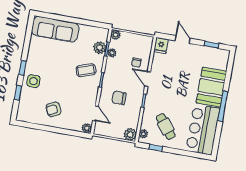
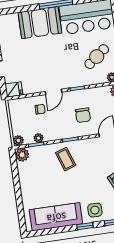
sofa: (55, 29) -> (56, 217), moved, turned -90
plant: (100, 48) -> (22, 155), moved

